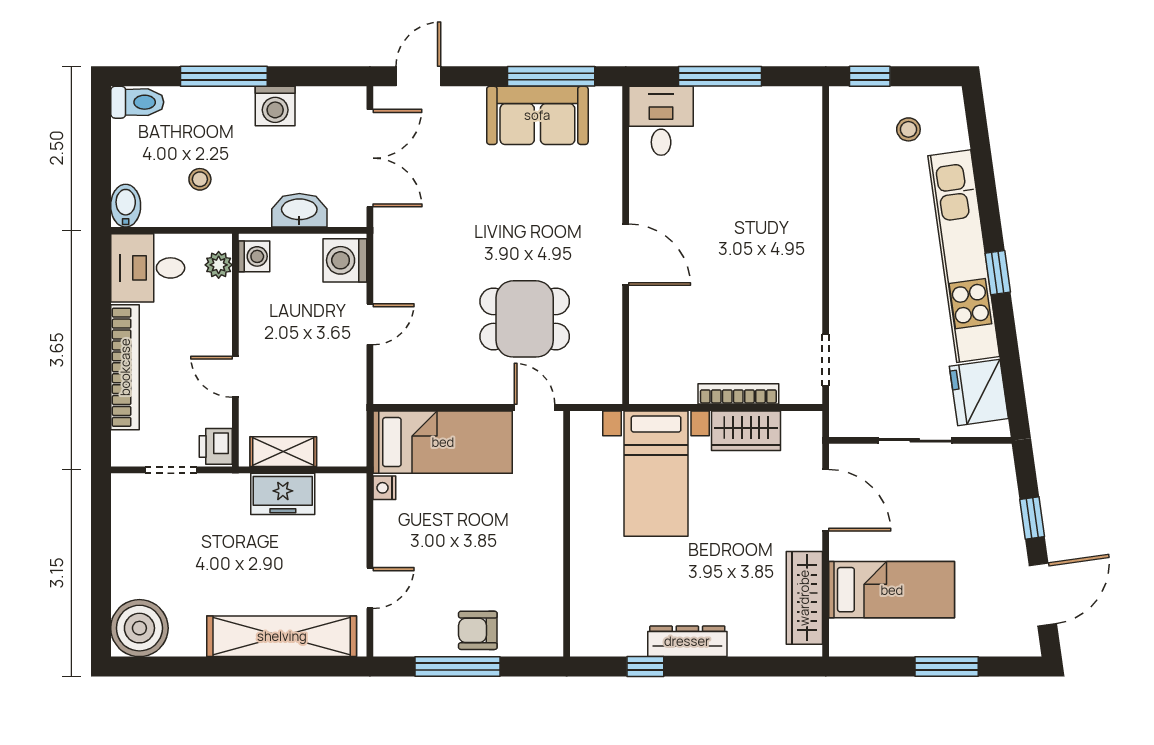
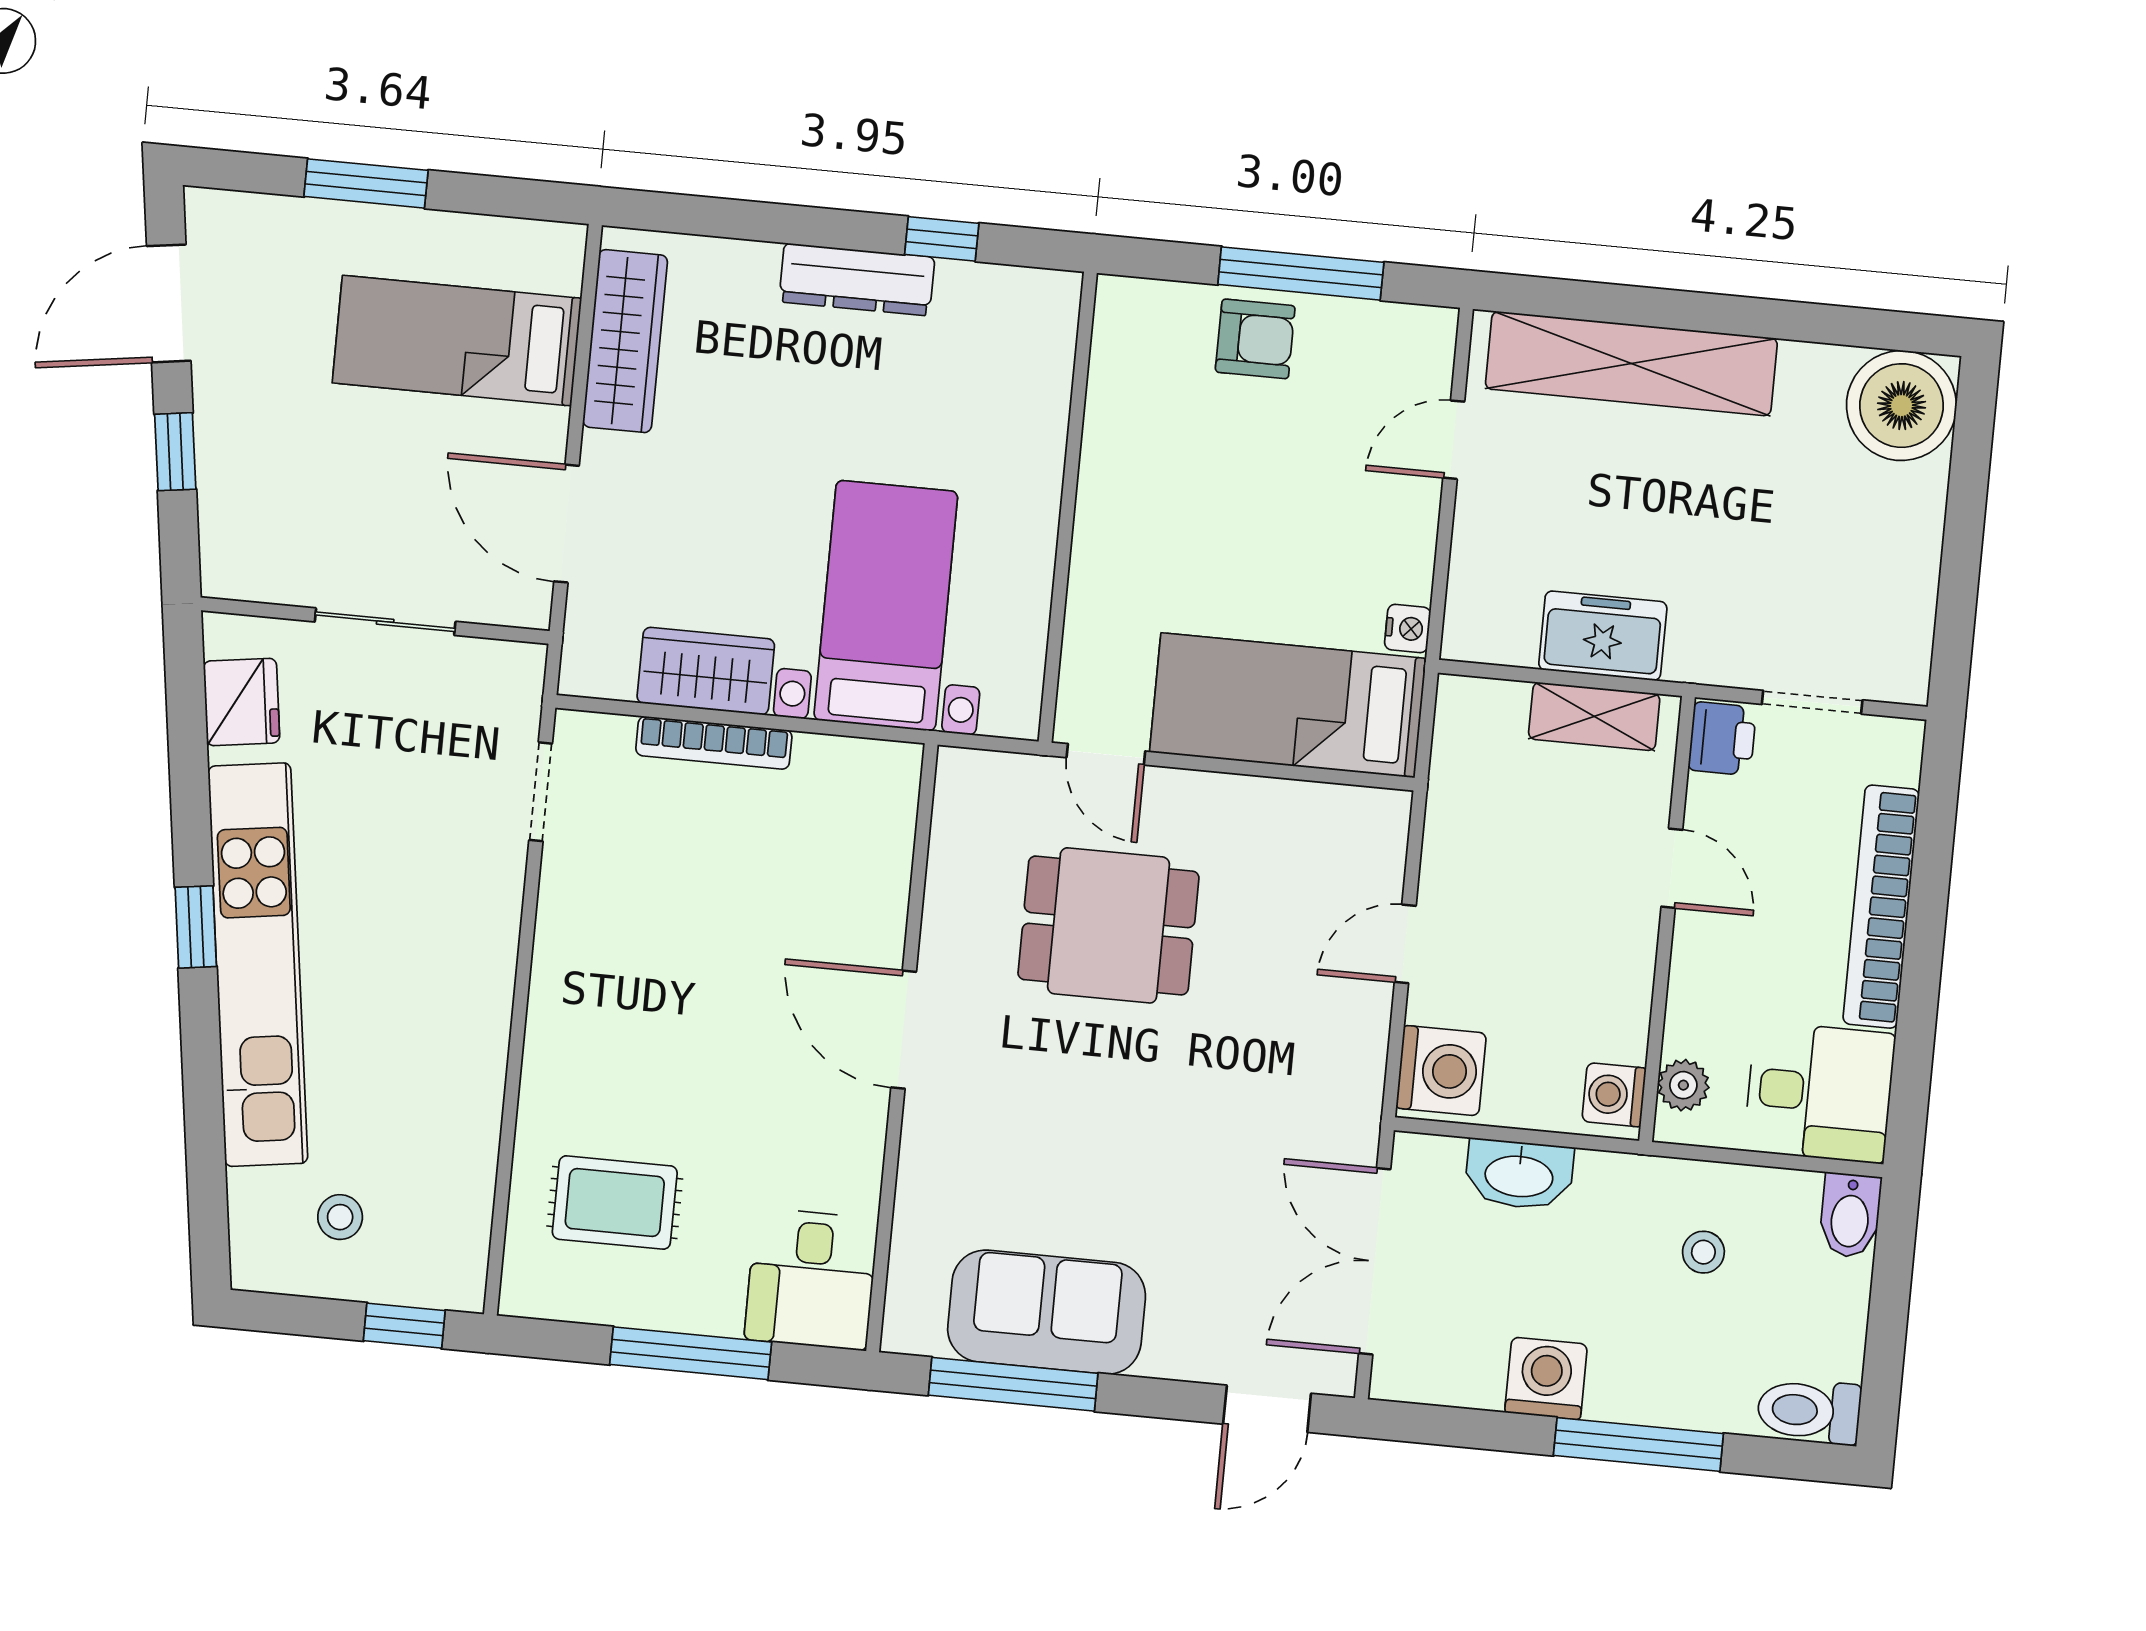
rug: (767, 151) -> (615, 1203), added
fridge: (979, 392) -> (242, 702), width x0.73, depth x0.75

